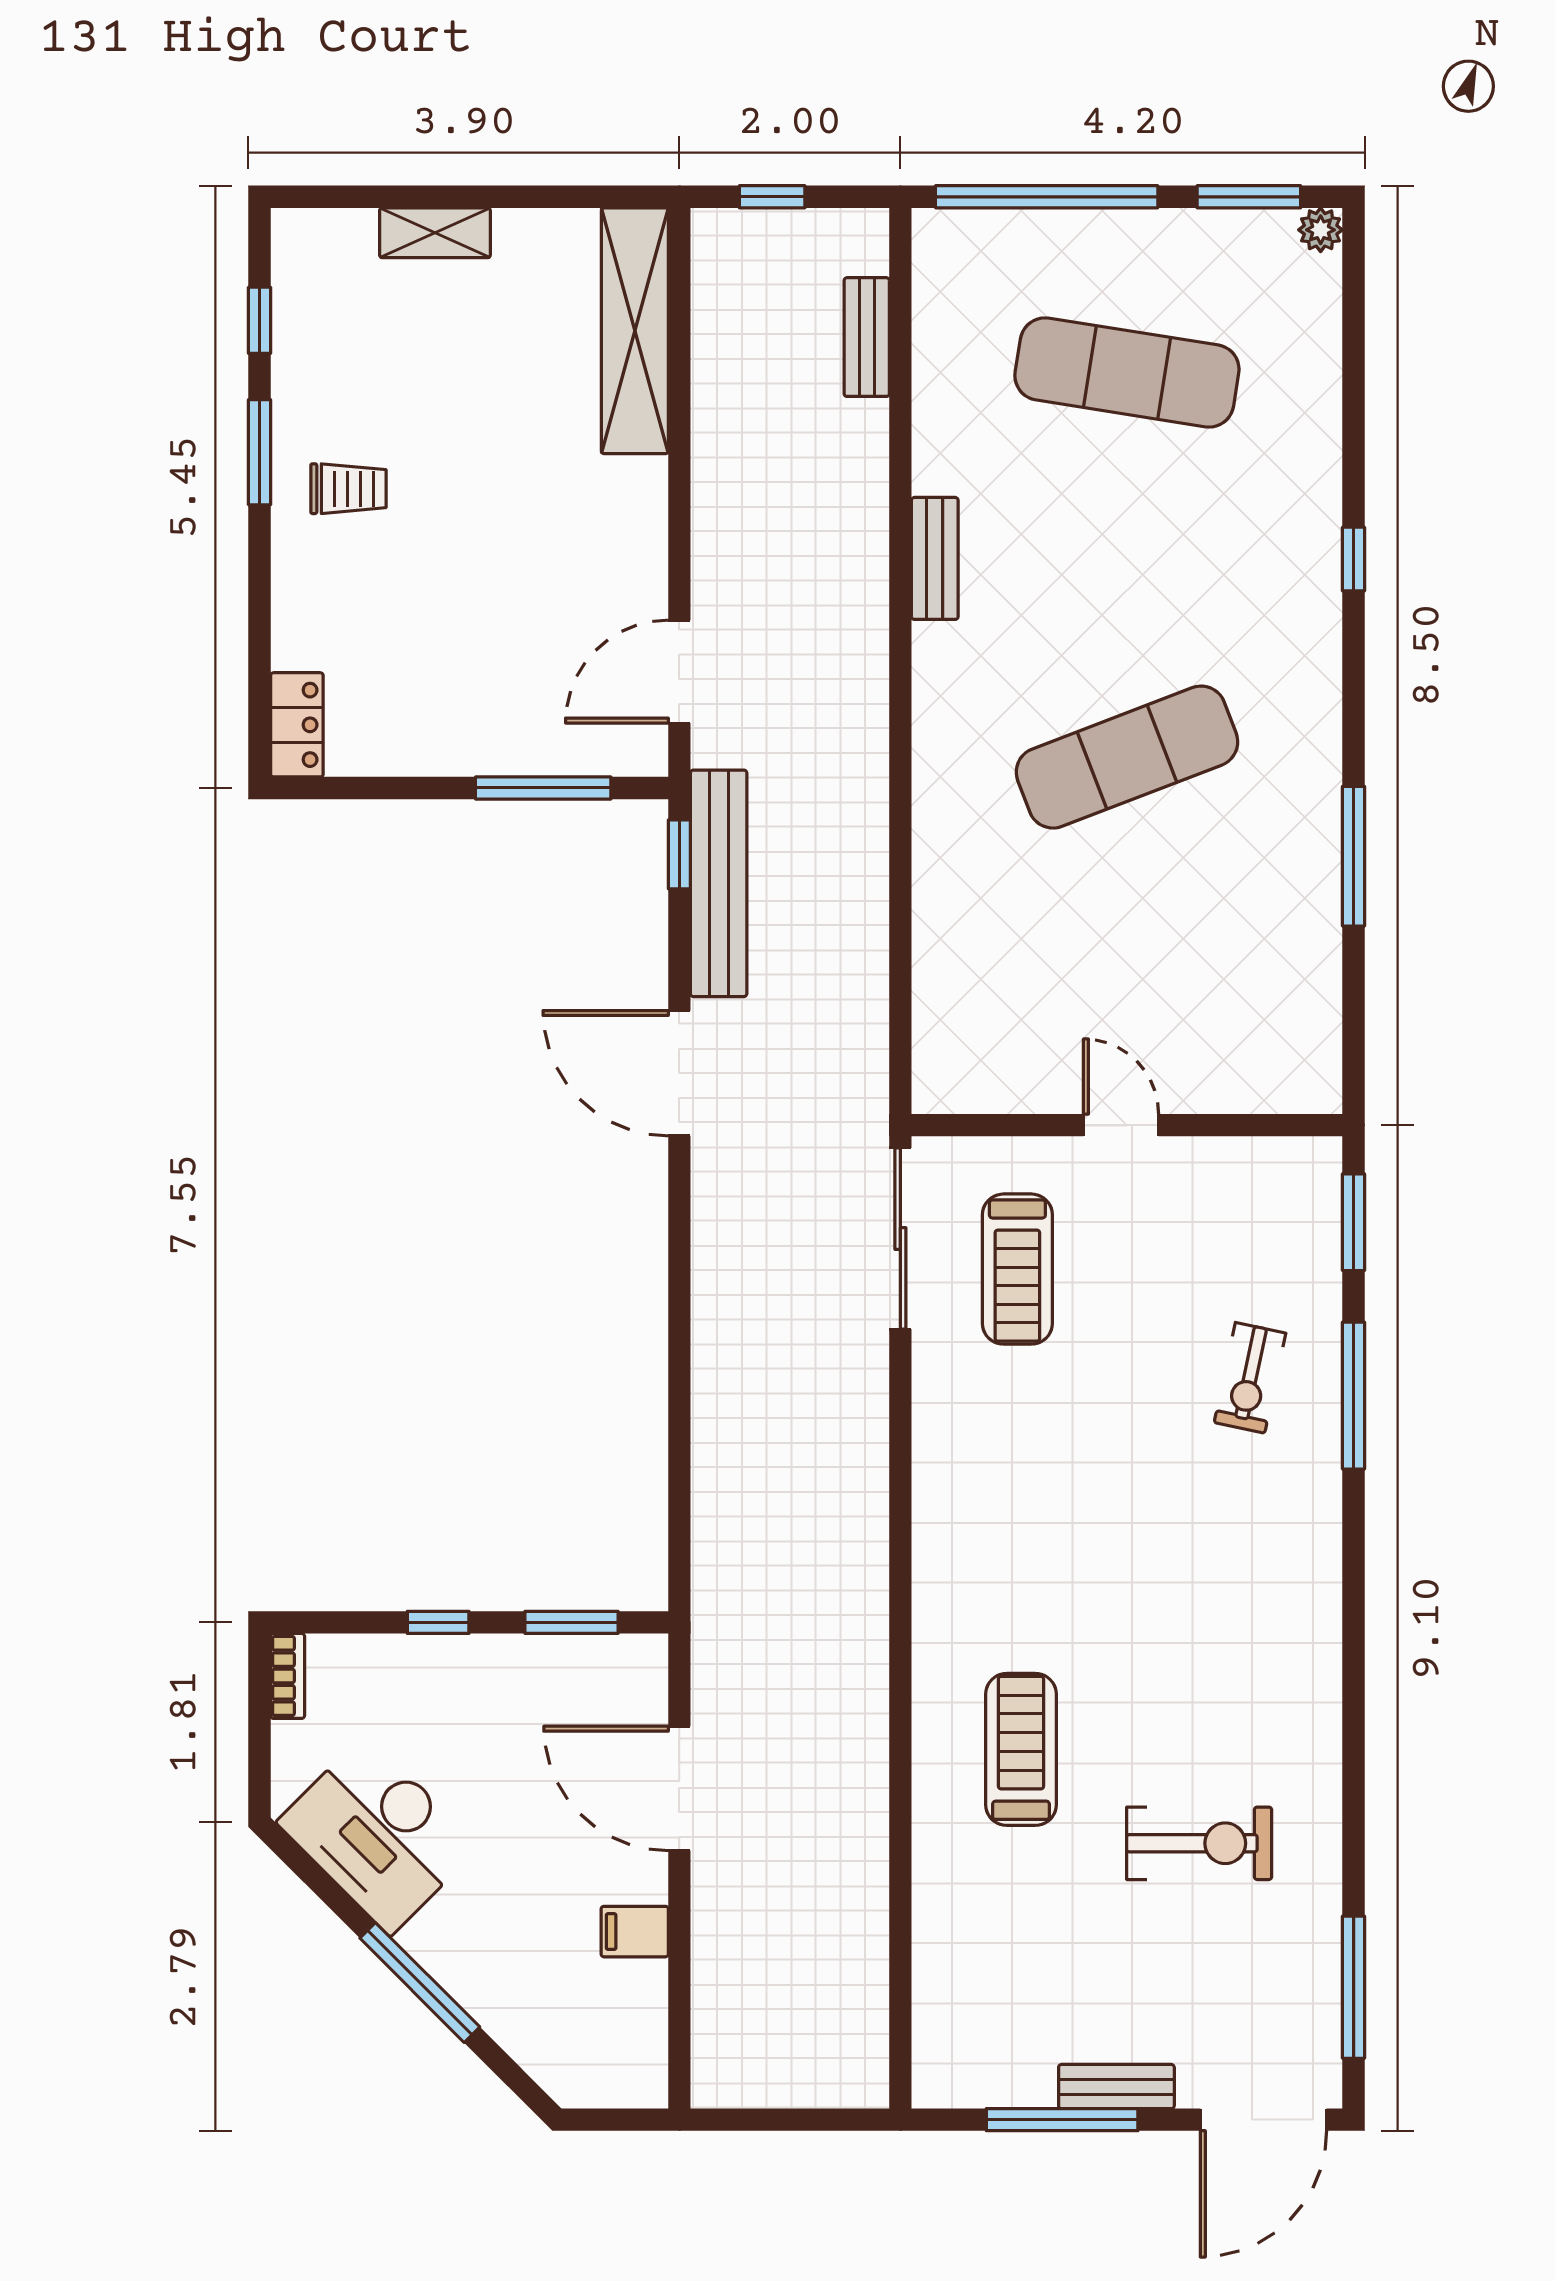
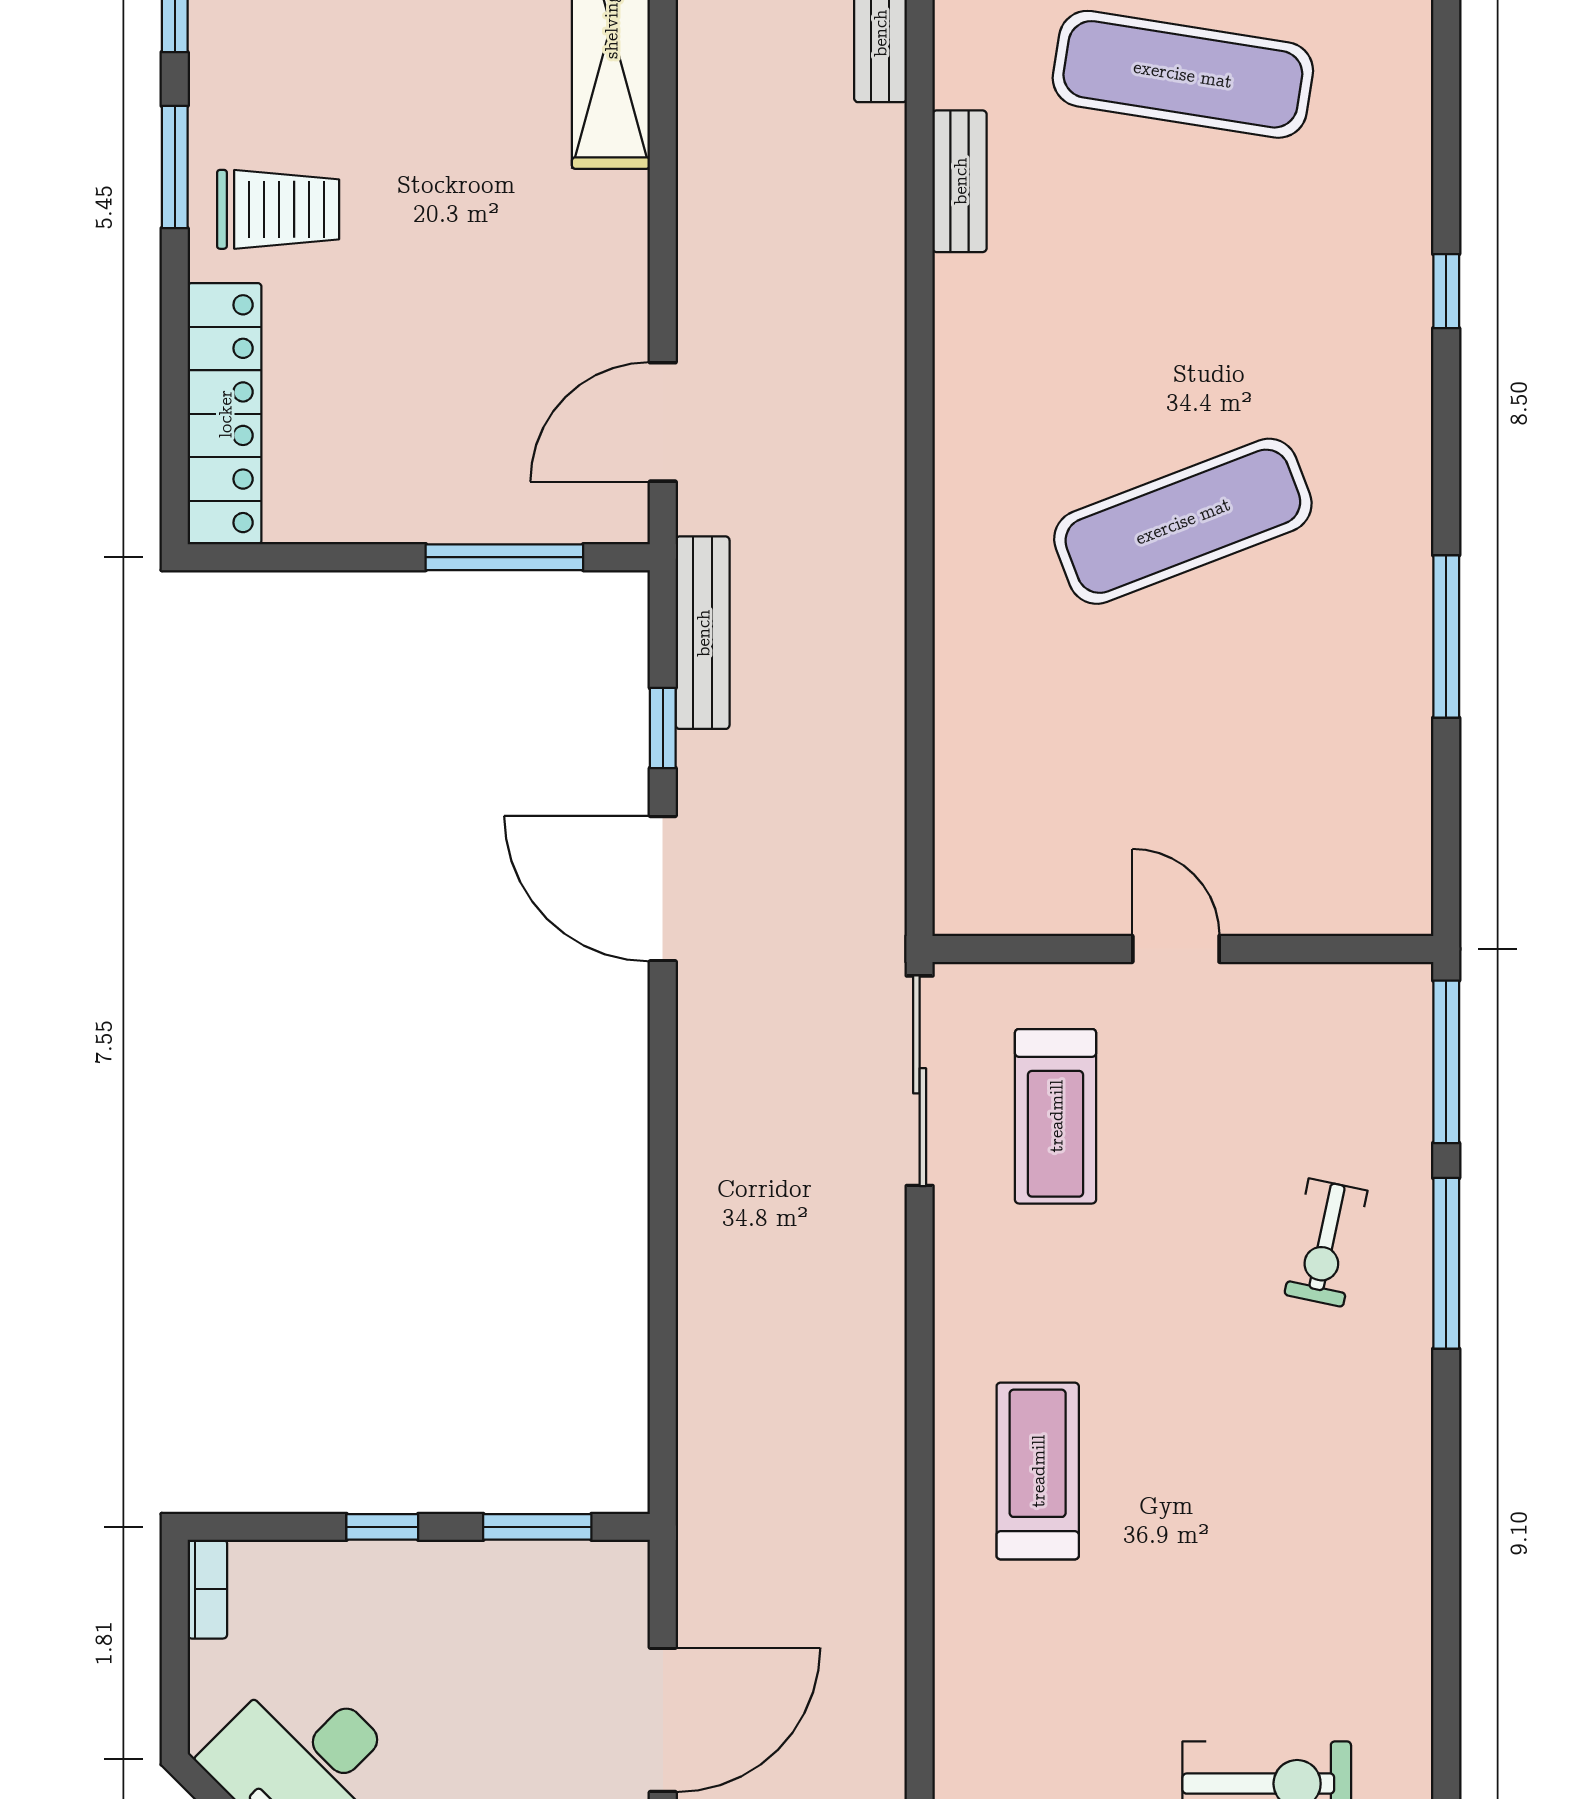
trolley: (348, 489) -> (278, 209), width x1.36, depth x1.39
bench: (935, 558) -> (960, 181), moved
locker: (297, 725) -> (225, 414), width x2.16, depth x1.21
window: (679, 854) -> (663, 728), moved
bench: (719, 883) -> (703, 633), width x0.73, depth x0.82
window: (1354, 1222) -> (1446, 1062), width x1.44
treadmill: (1021, 1749) -> (1038, 1471), moved
door: (679, 1788) -> (663, 1720), swing flipped

